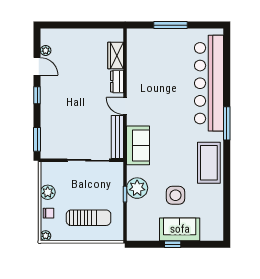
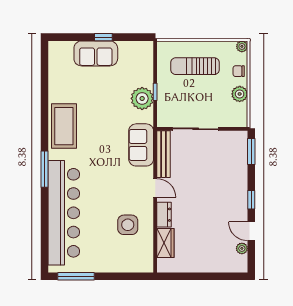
window: (171, 25) -> (76, 276), moved
side table: (175, 195) -> (128, 225), moved

